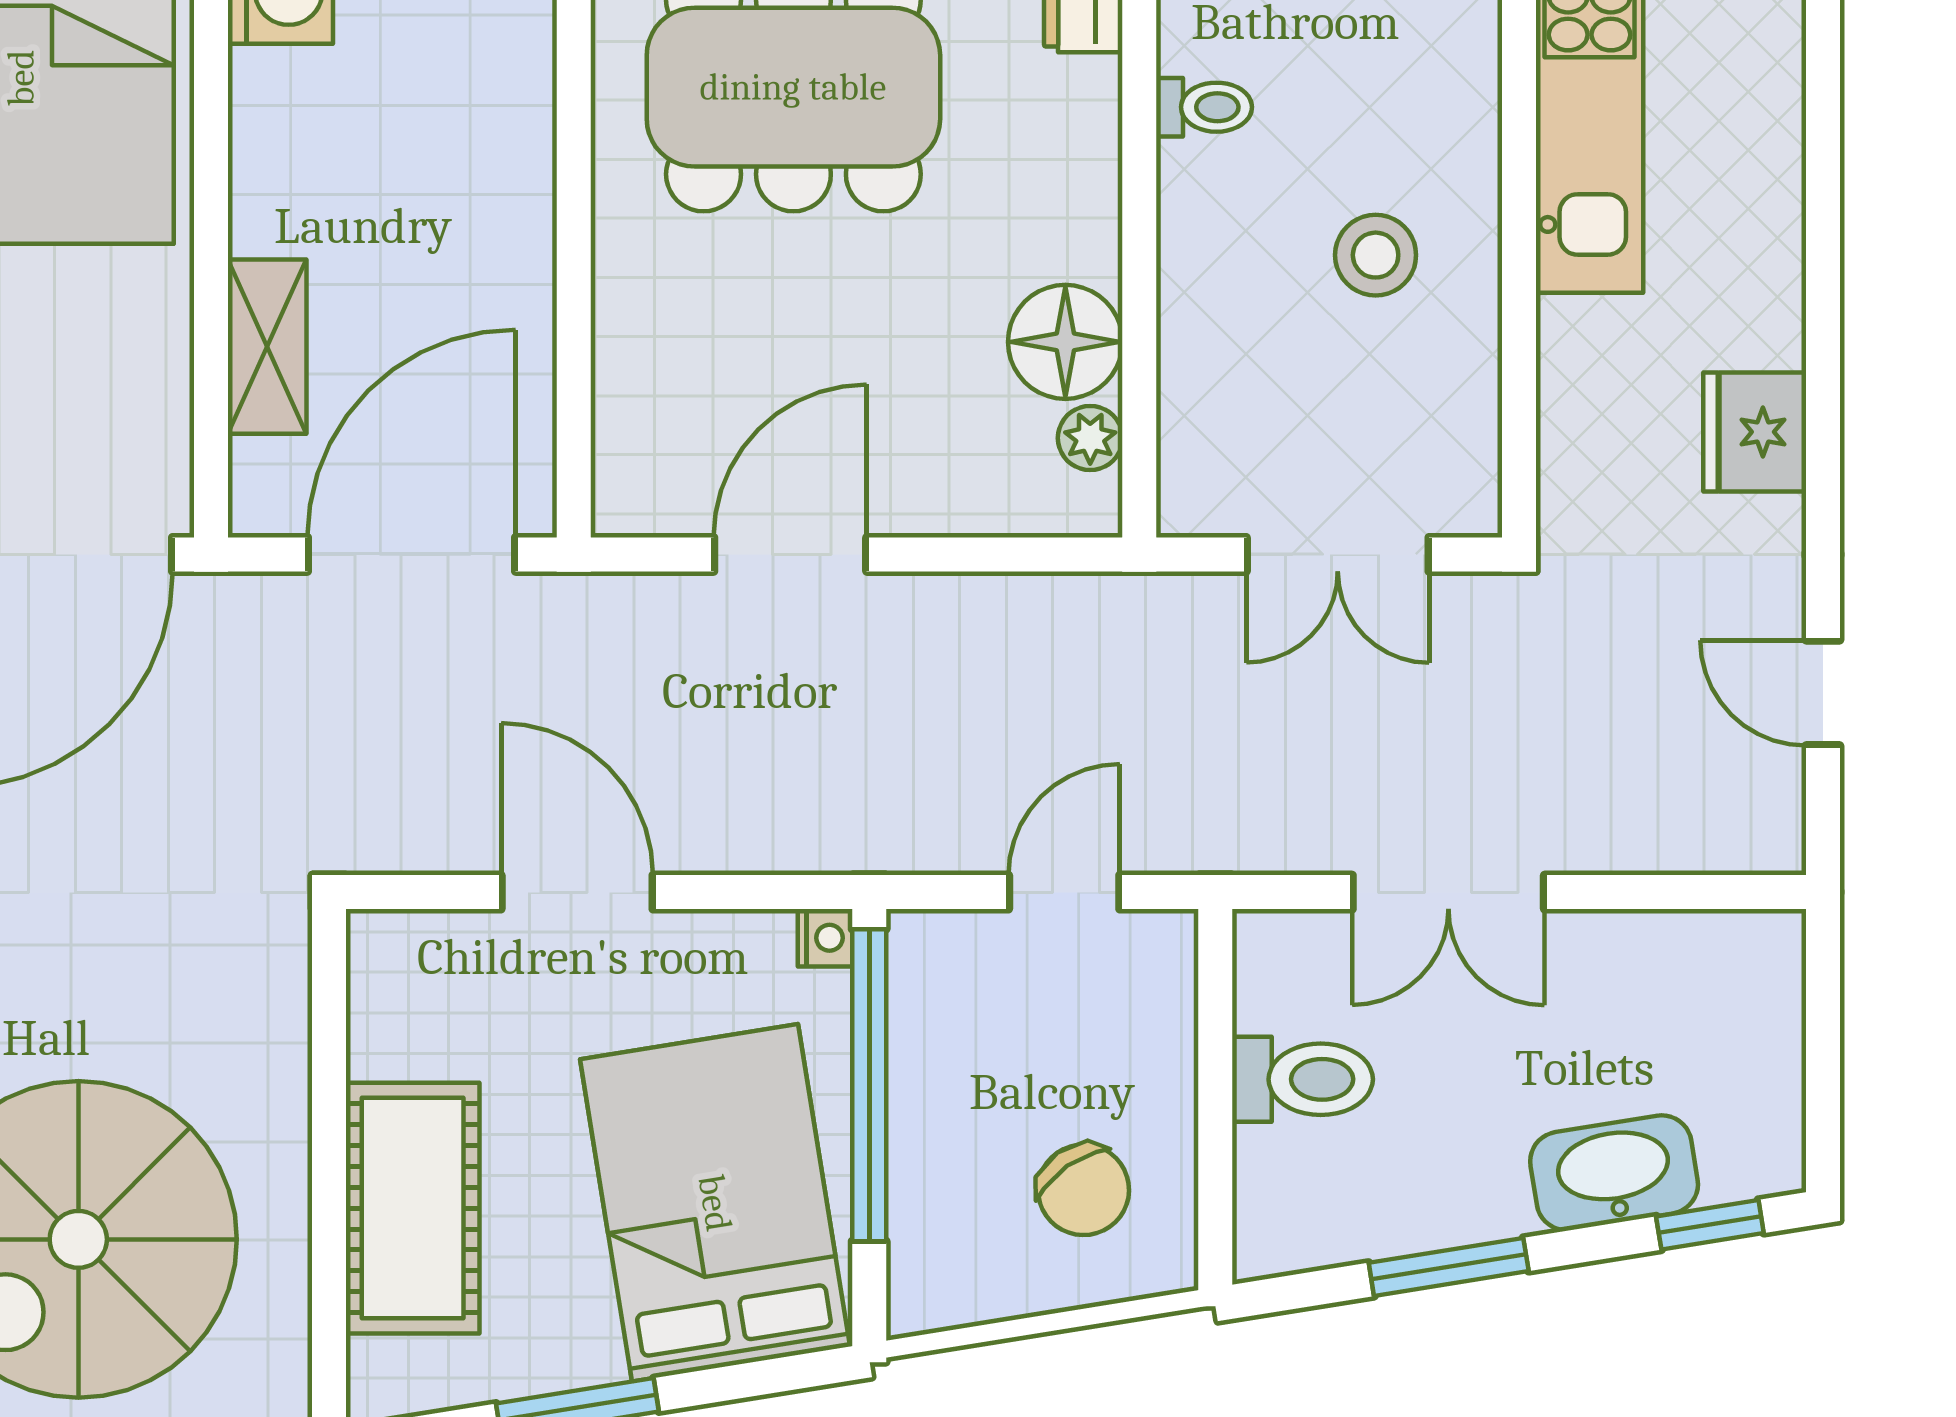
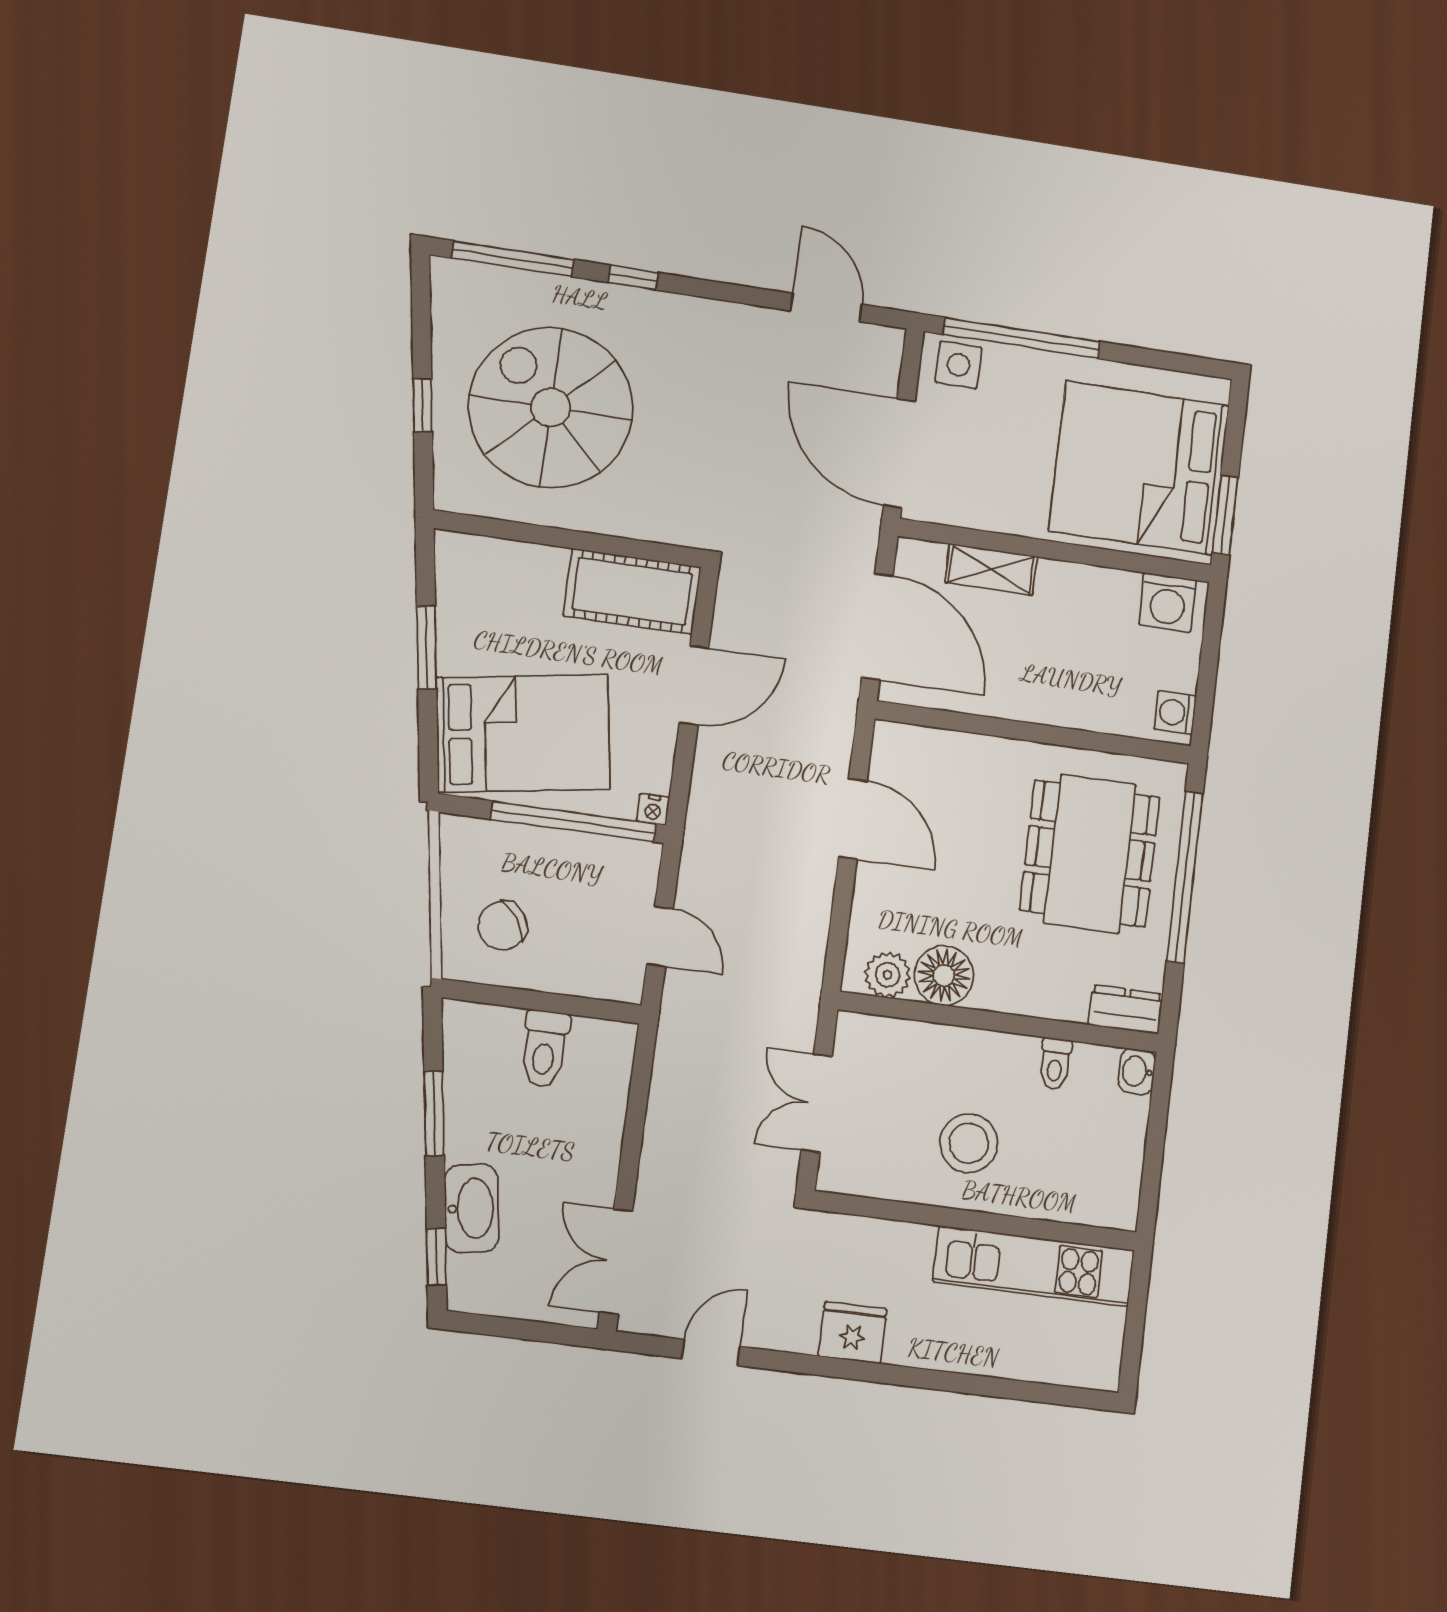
stool: (1376, 255) -> (969, 1143), width x1.38, depth x1.38
plant: (1090, 438) -> (888, 975), width x1.38, depth x1.38
double door: (1448, 892) -> (616, 1262), moved
cot: (413, 1208) -> (632, 591), moved

